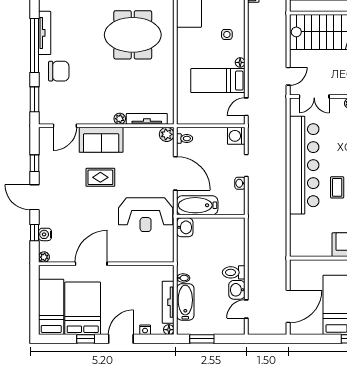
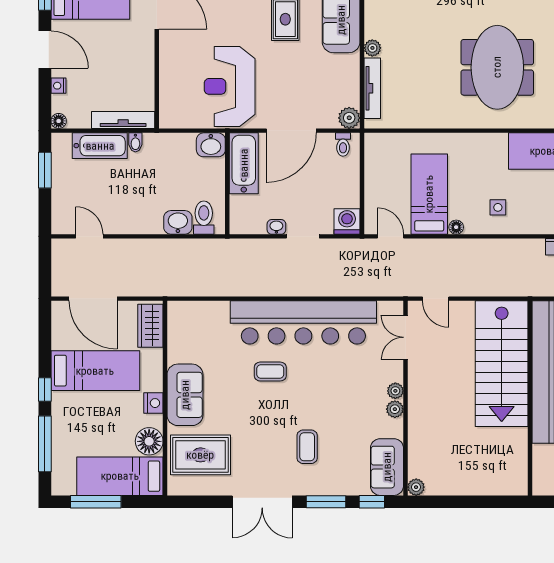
wardrobe: (306, 268) -> (150, 326), added
toilet: (234, 272) -> (204, 218), moved
washbasin: (237, 290) -> (178, 222), moved
tv unit: (168, 302) -> (123, 120), moved

